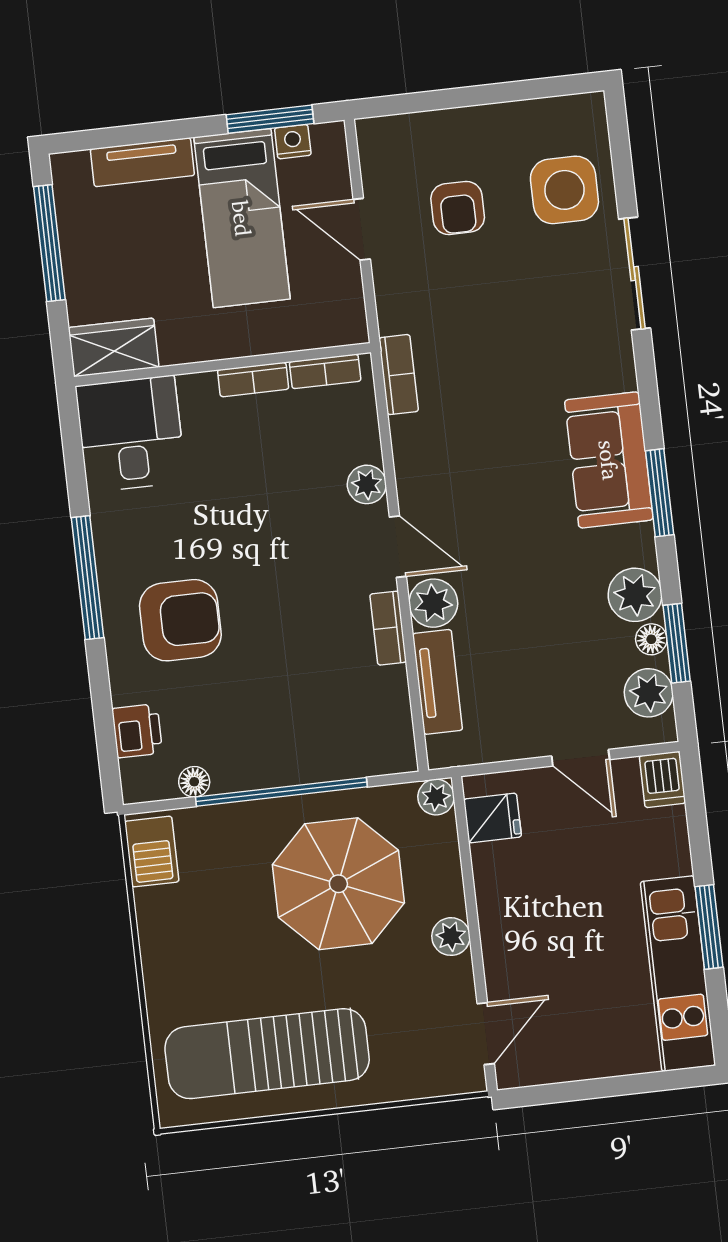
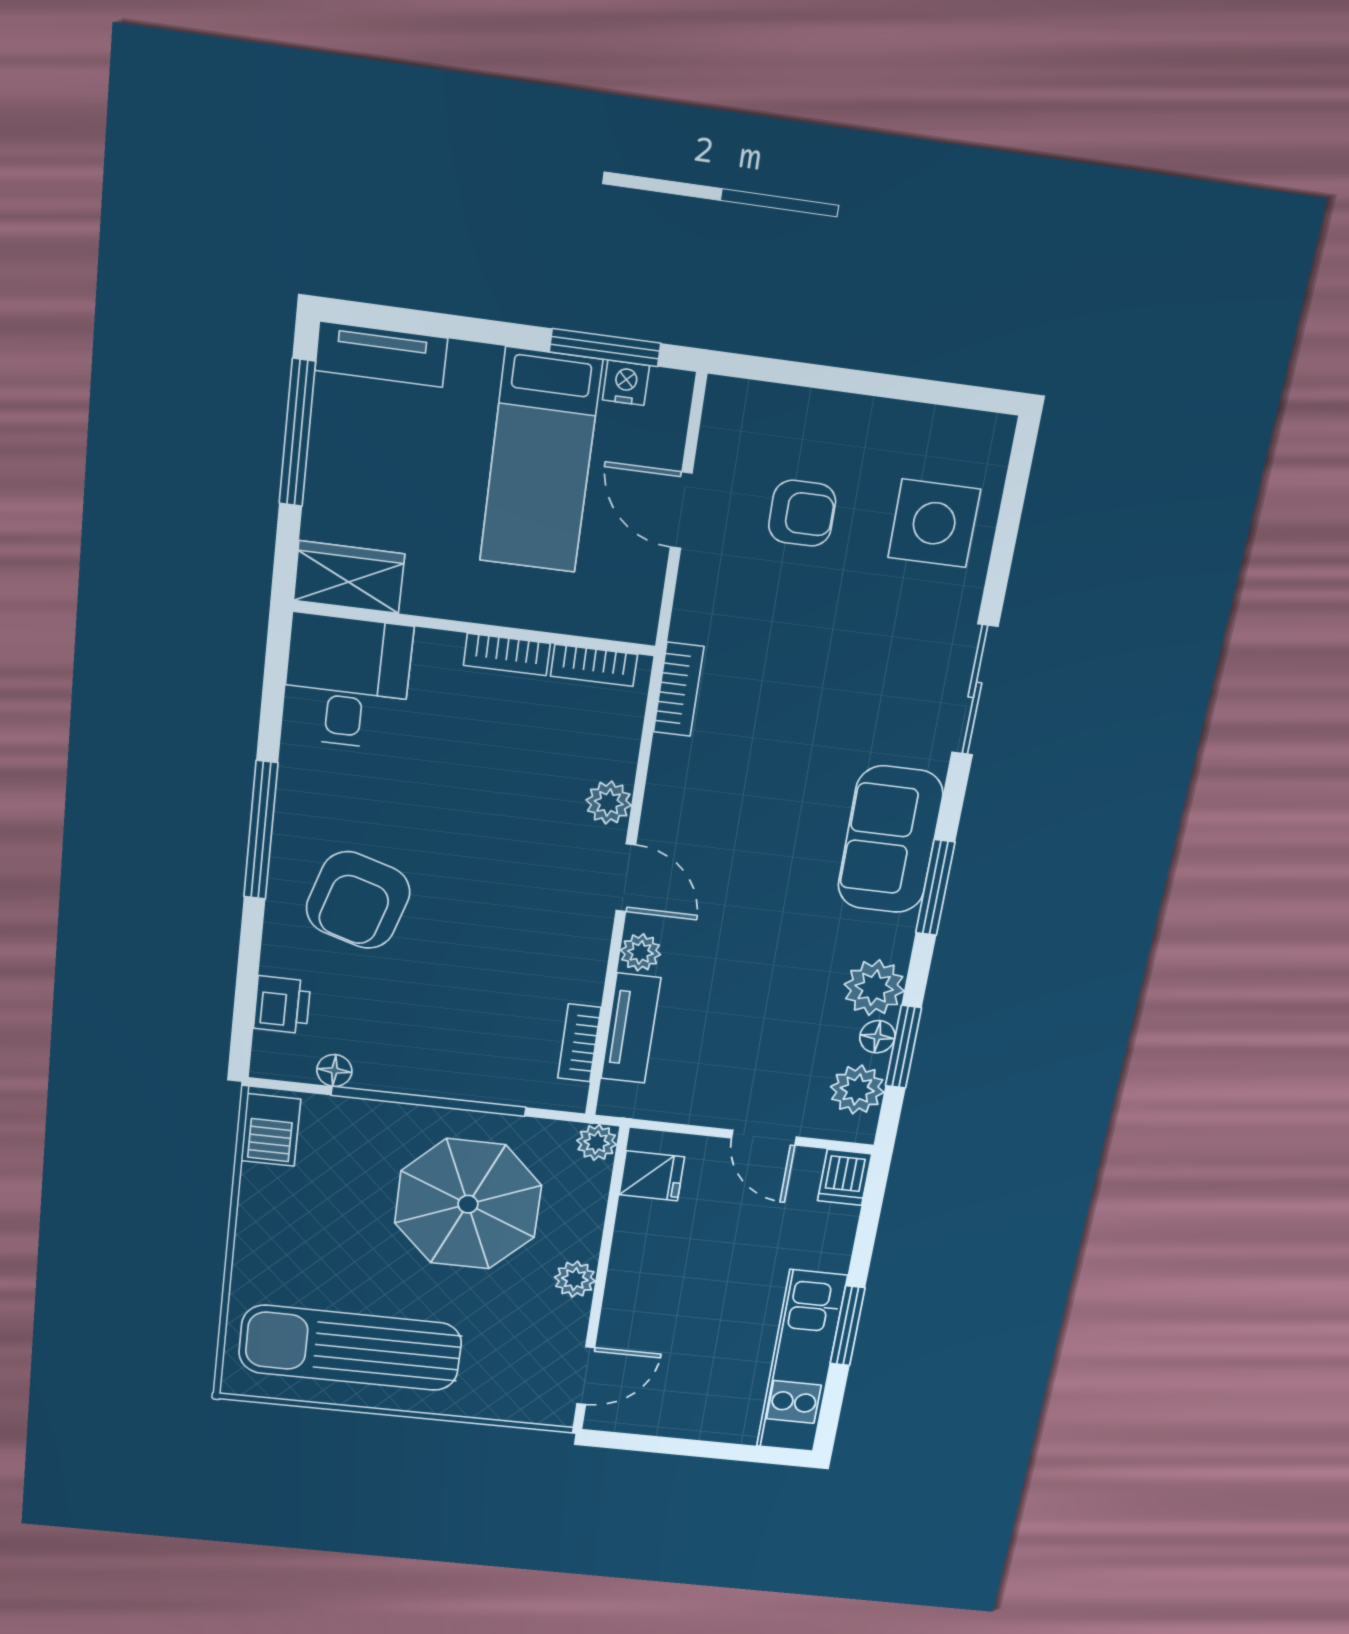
tv unit: (142, 162) -> (381, 354), moved
armchair: (458, 208) -> (802, 513), turned -90
sliding door: (635, 274) -> (975, 690), moved
plant: (433, 603) -> (640, 952), width x0.73, depth x0.73
armchair: (180, 620) -> (358, 900), turned 107
bookcase: (388, 628) -> (579, 1043), moved

